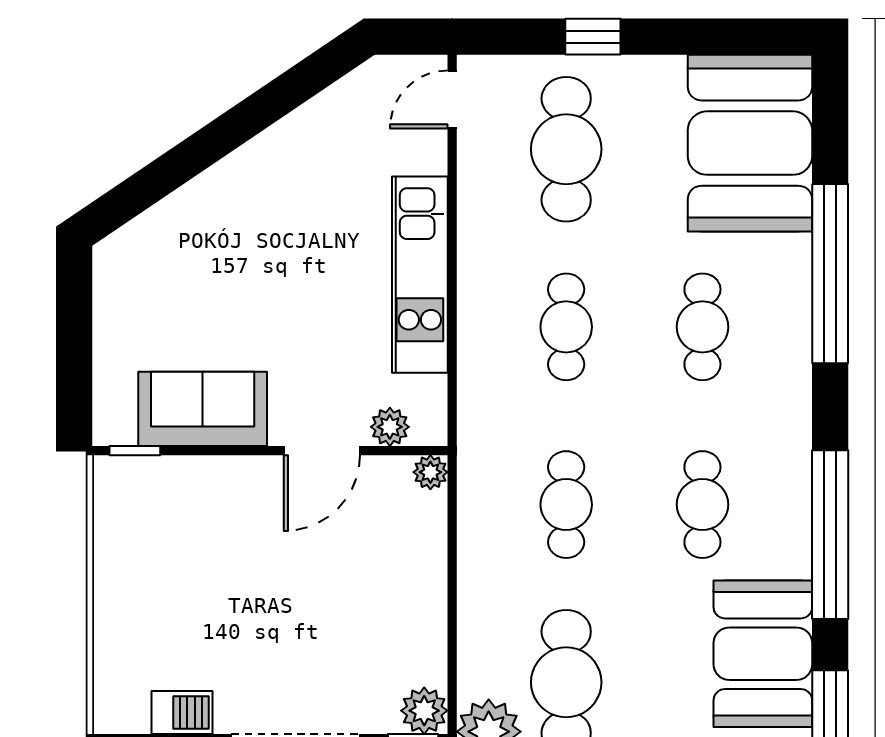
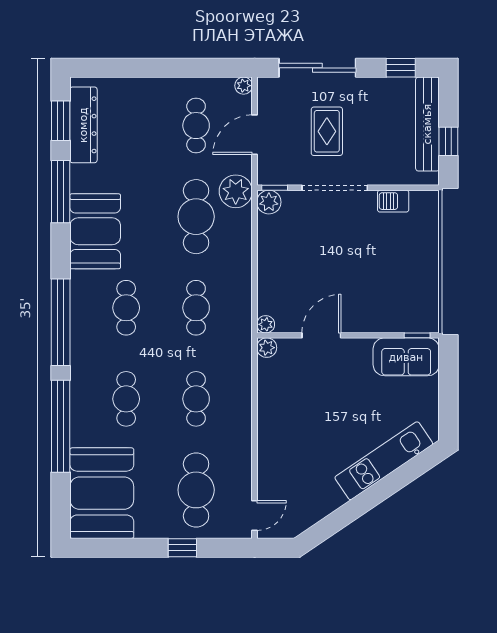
kitchen unit: (420, 275) -> (384, 461), moved, turned -124
sofa: (203, 409) -> (406, 357), moved
plant: (390, 427) -> (267, 348), moved
window: (830, 535) -> (61, 322), moved

